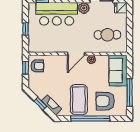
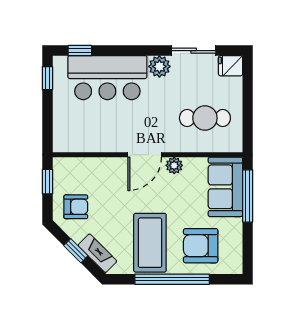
window: (26, 29) -> (47, 78), moved
armchair: (37, 66) -> (76, 207), moved
window: (130, 93) -> (248, 196), moved

